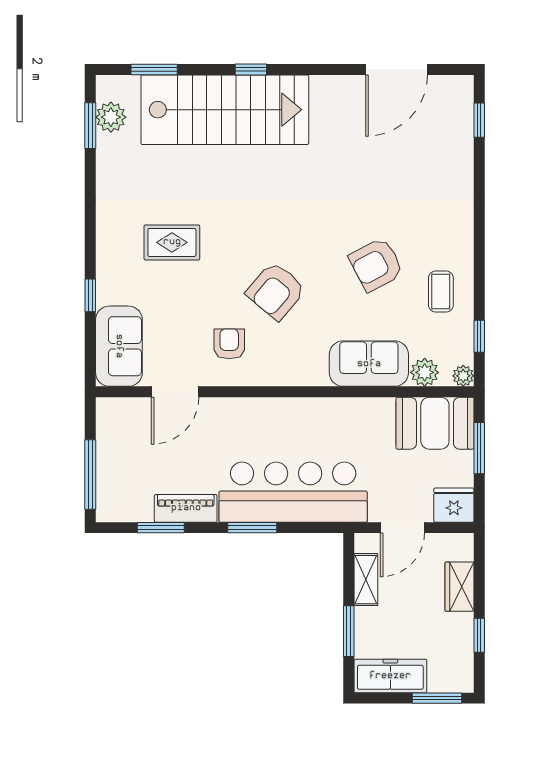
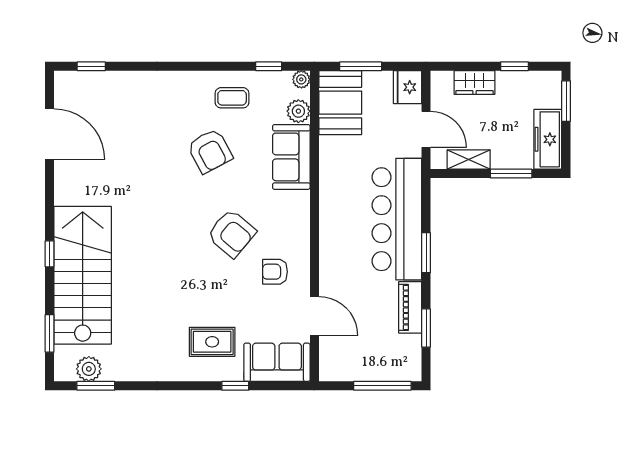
rug: (172, 242) -> (212, 342), moved, turned 90

